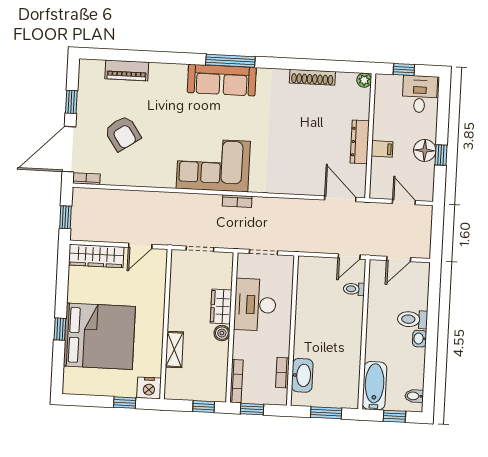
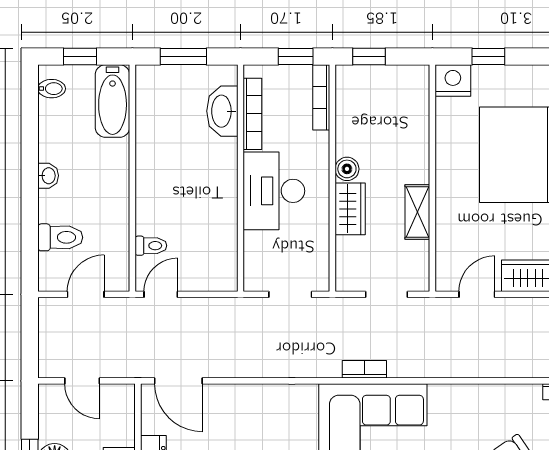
bookcase: (237, 201) -> (364, 369), moved
desk: (255, 305) -> (274, 191), moved, turned 180
toilet: (412, 319) -> (60, 237), moved
shelving: (174, 350) -> (417, 212), moved
bookcase: (282, 373) -> (252, 114), width x1.56

